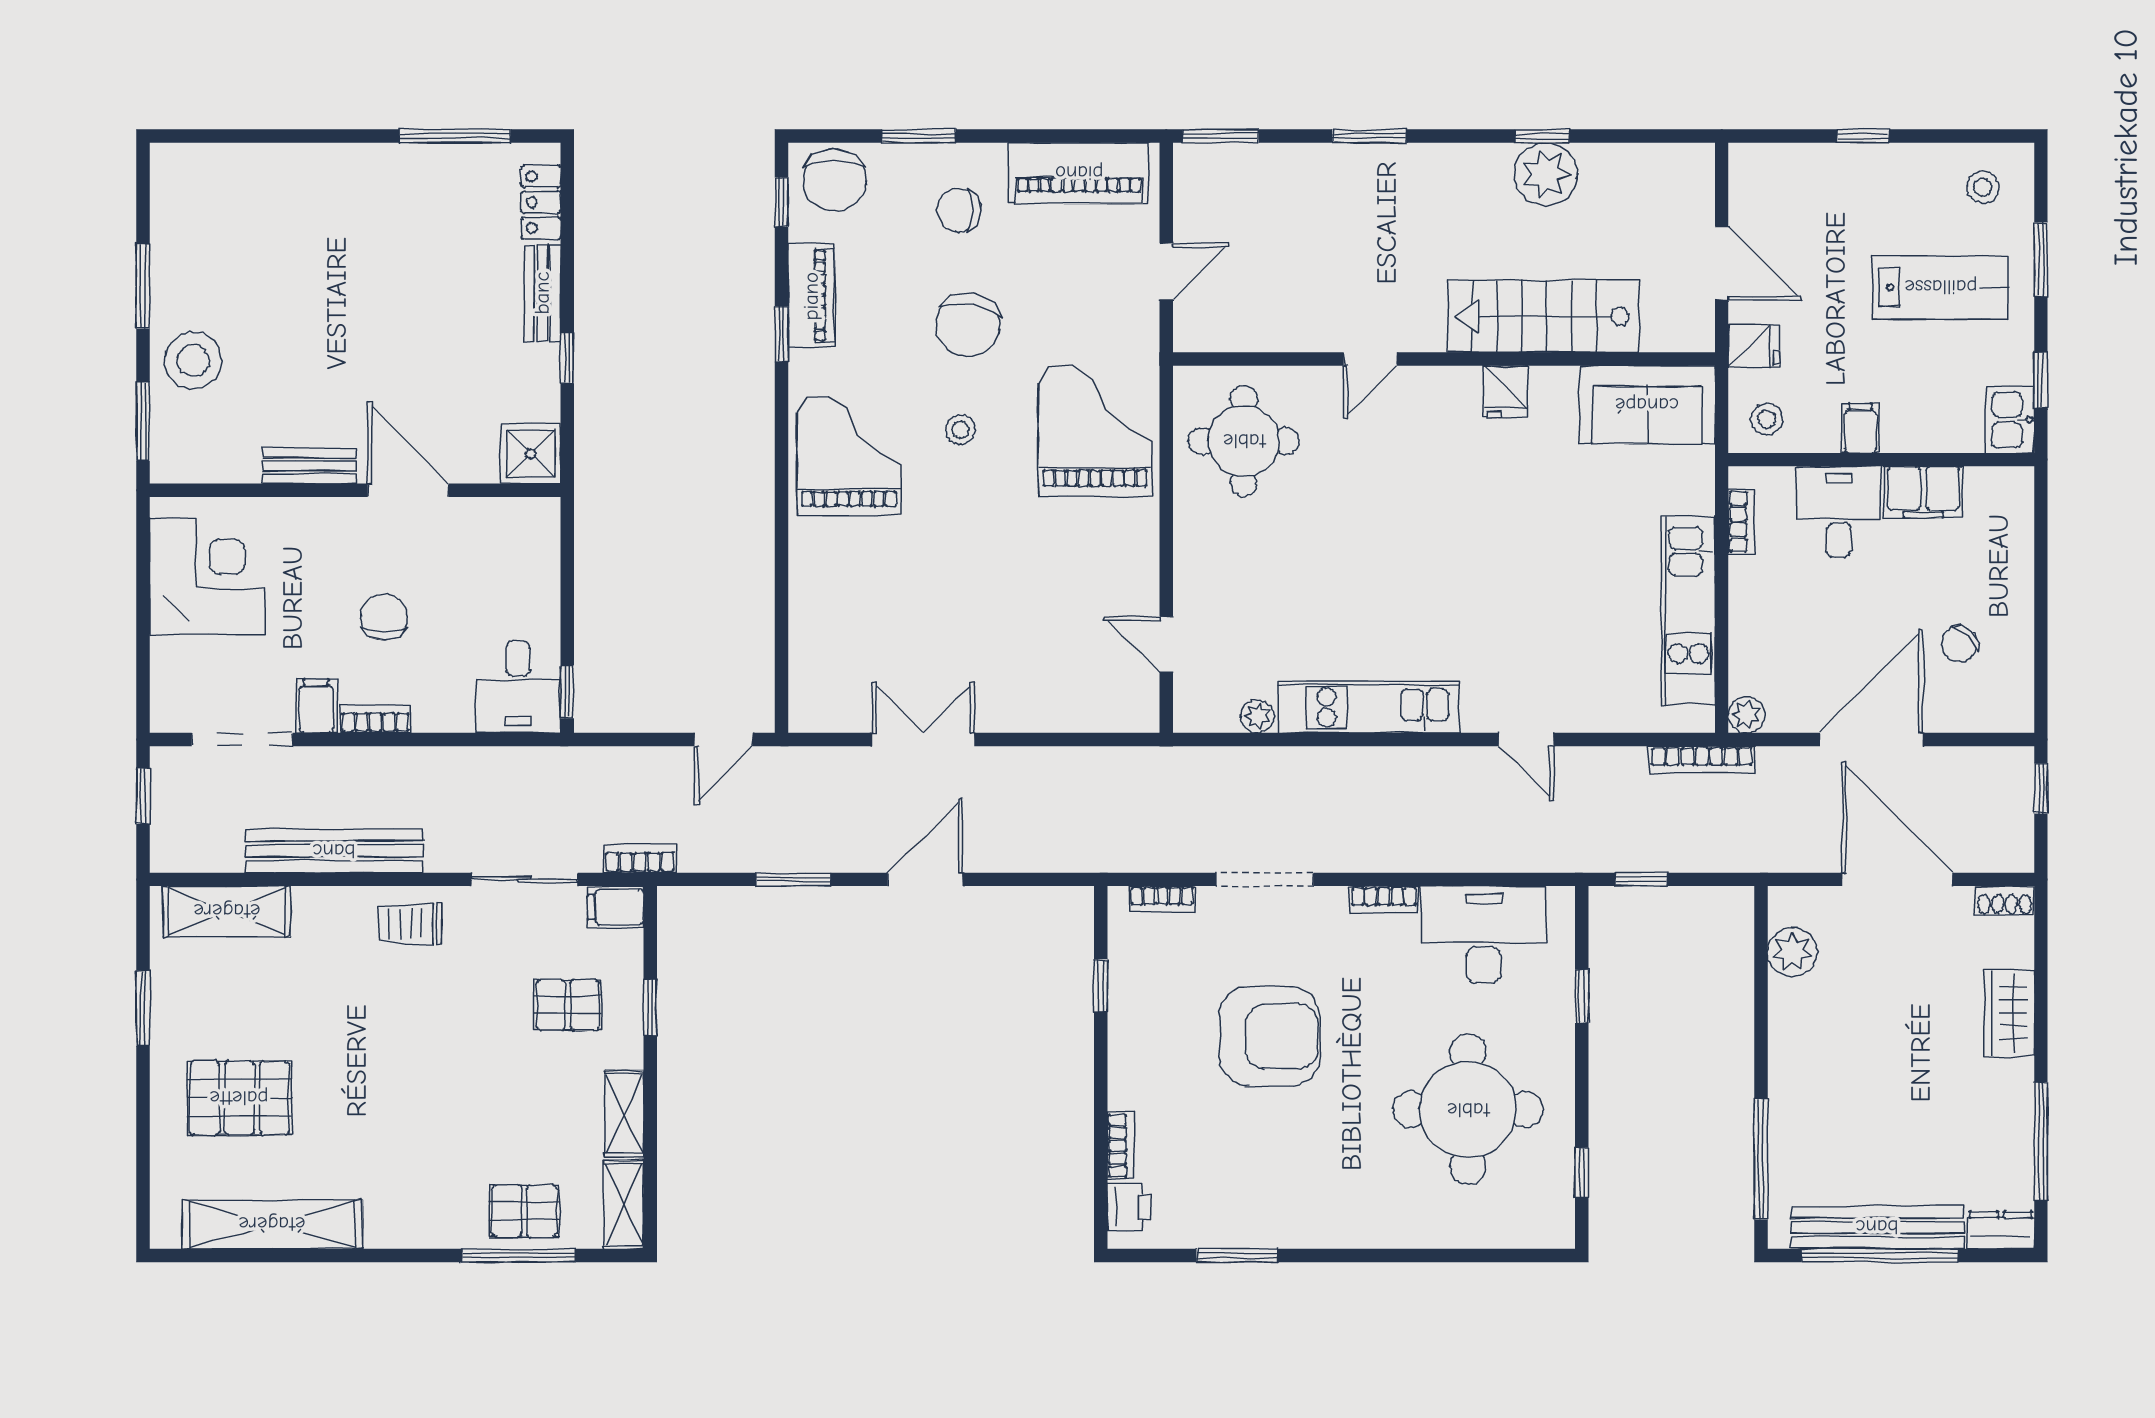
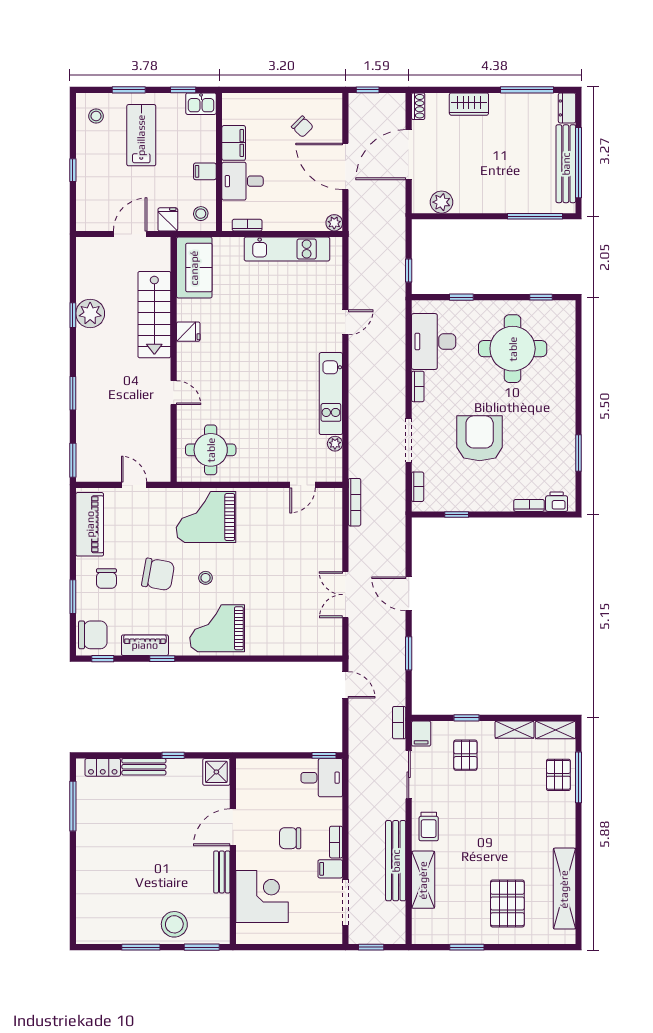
corner desk: (207, 577) -> (262, 897), moved, turned 90
bookcase: (1702, 760) -> (355, 502), moved
shelving: (227, 911) -> (423, 880), moved

